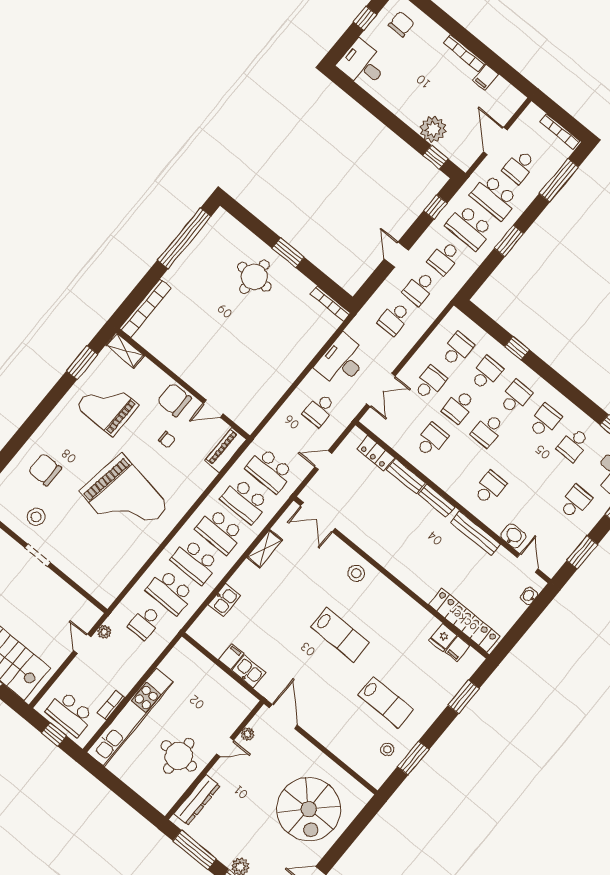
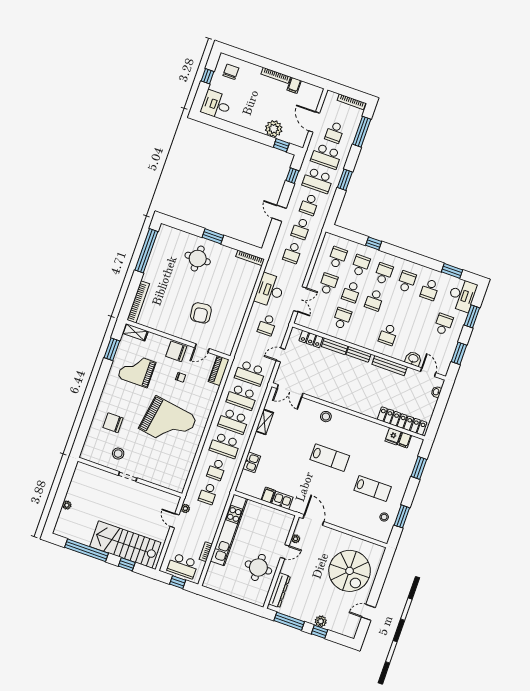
armchair: (230, 357) -> (201, 313), added
school desk: (490, 488) -> (388, 335), turned 180
school desk: (170, 592) -> (216, 470), width x0.54
kitchen unit: (130, 717) -> (229, 530), moved

